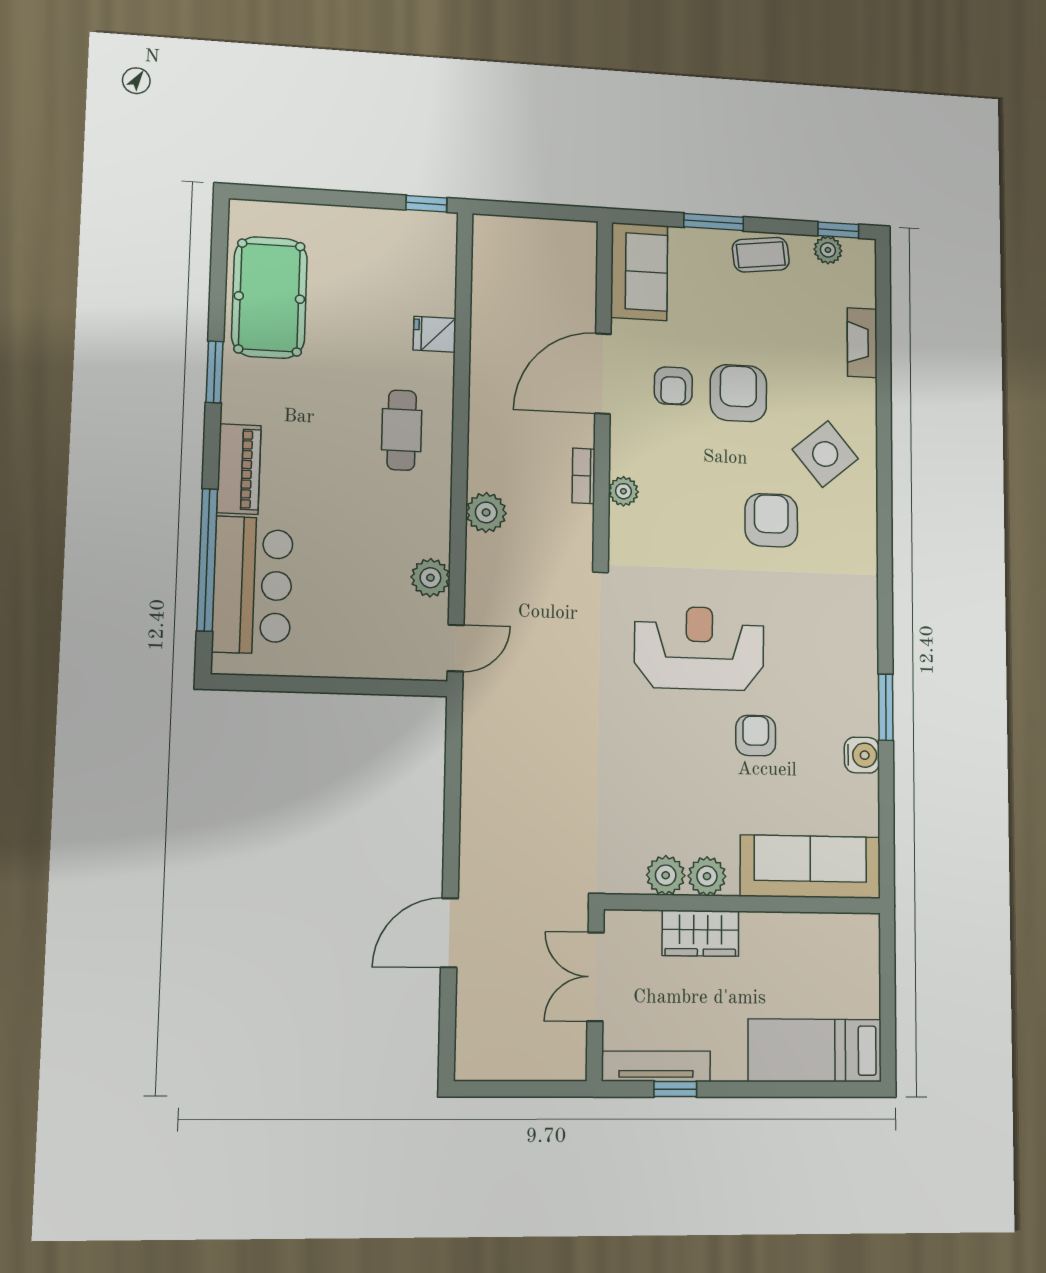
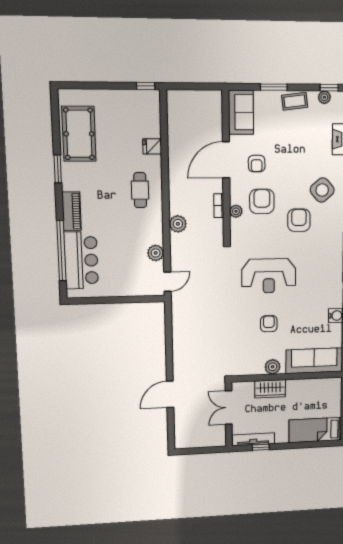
armchair: (738, 393) -> (262, 201), moved
reception desk: (699, 648) -> (269, 276), turned 180
armchair: (756, 736) -> (269, 324), moved
plant: (666, 875) -> (256, 367), removed

